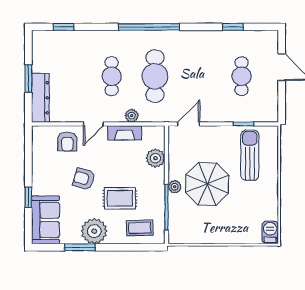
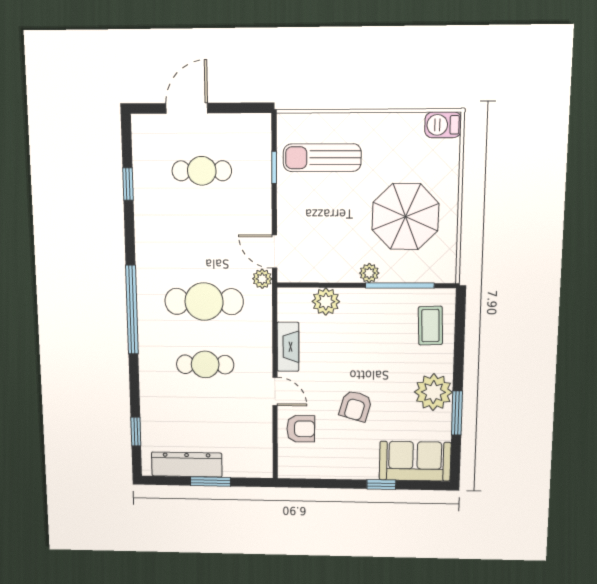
dresser: (40, 98) -> (187, 464), moved
plant: (132, 116) -> (262, 279), moved
parasol: (207, 184) -> (405, 217), moved
rug: (120, 198) -> (385, 354), removed

